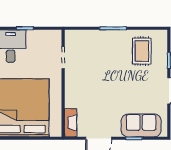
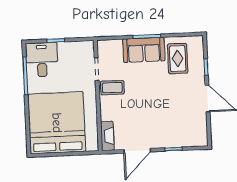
coffee table: (77, 76) -> (112, 88), added
sofa: (141, 125) -> (144, 50), moved, turned 180

